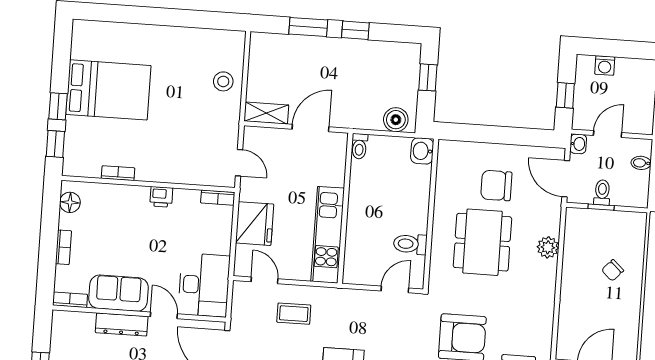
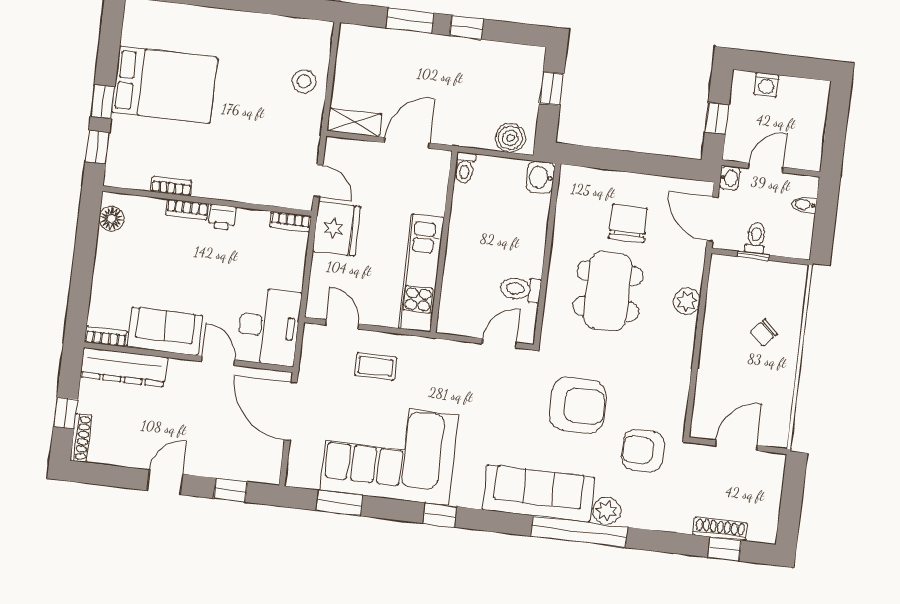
chair: (496, 185) -> (628, 223), turned 90
fridge: (255, 224) -> (337, 229), moved
bookcase: (63, 247) -> (187, 209), moved, turned 90
dresser: (122, 325) -> (124, 367), moved, width x1.37, depth x1.24

